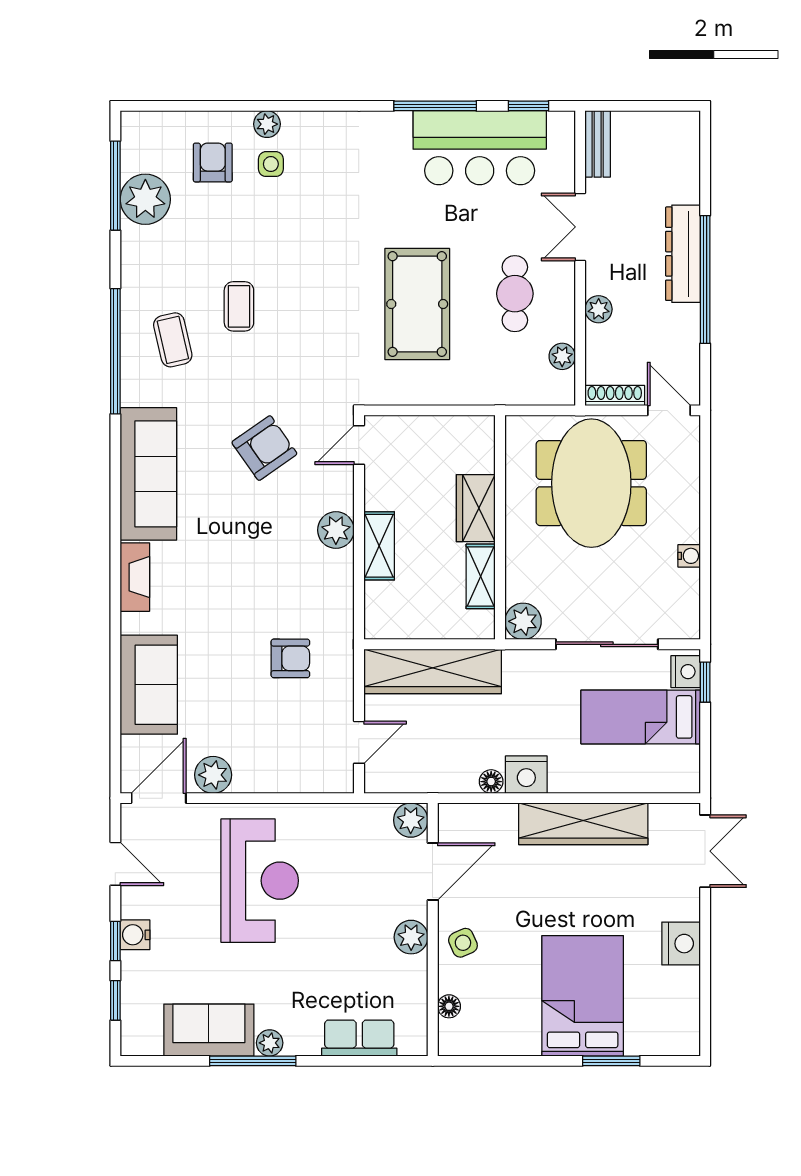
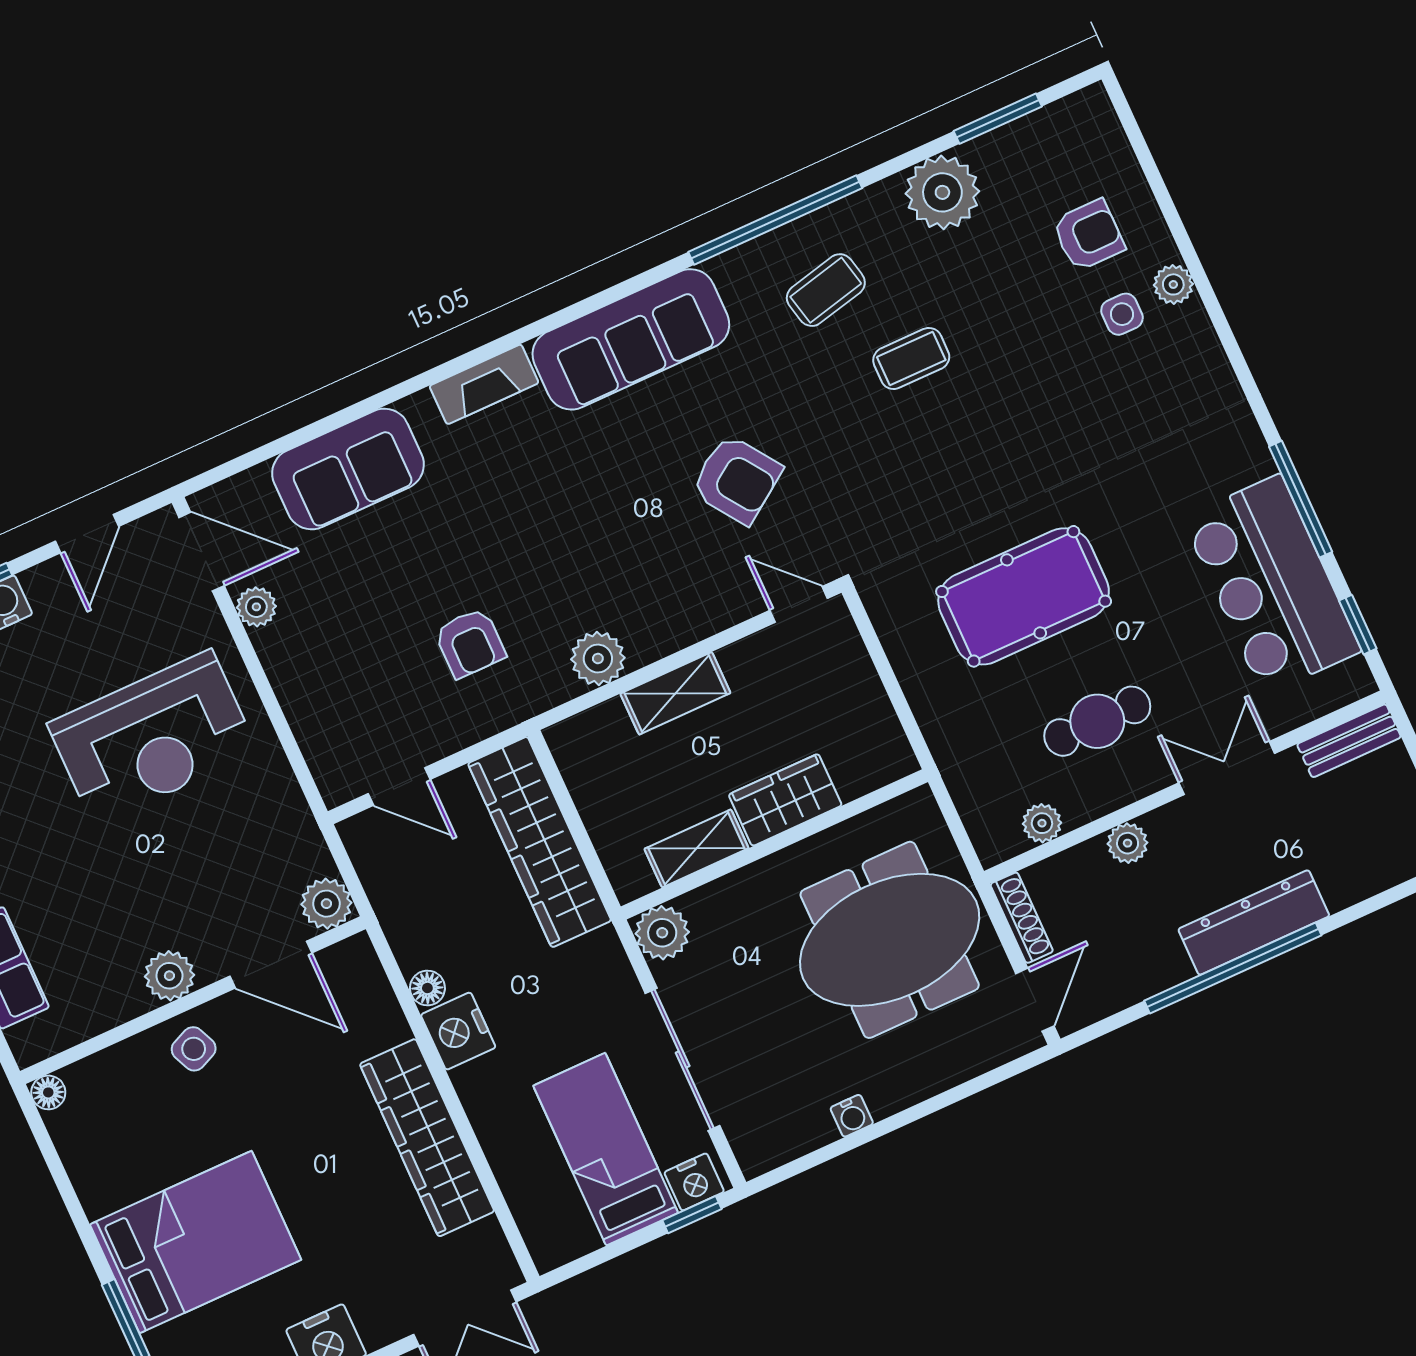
window: (115, 186) -> (998, 119), width x0.69
plant: (145, 199) -> (942, 192), moved
plant: (336, 530) -> (598, 659), moved
plant: (213, 775) -> (256, 607), width x0.73, depth x0.73
floor lamp: (449, 1006) -> (48, 1092), moved

